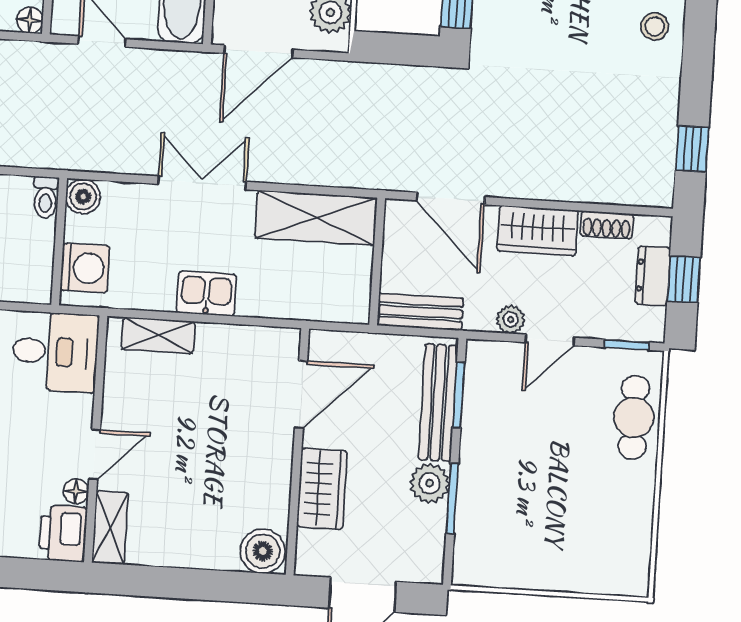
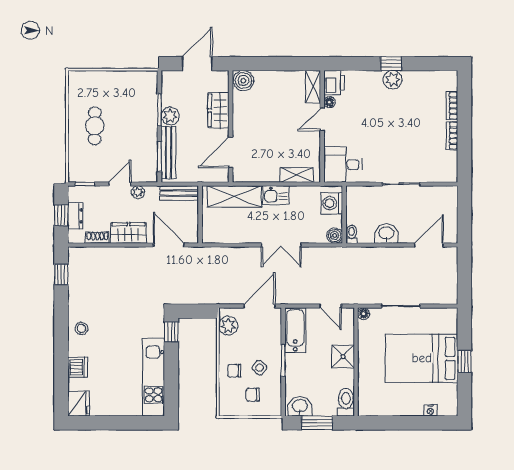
shelving: (316, 218) -> (235, 197), moved
cafe table: (634, 417) -> (95, 126), moved

